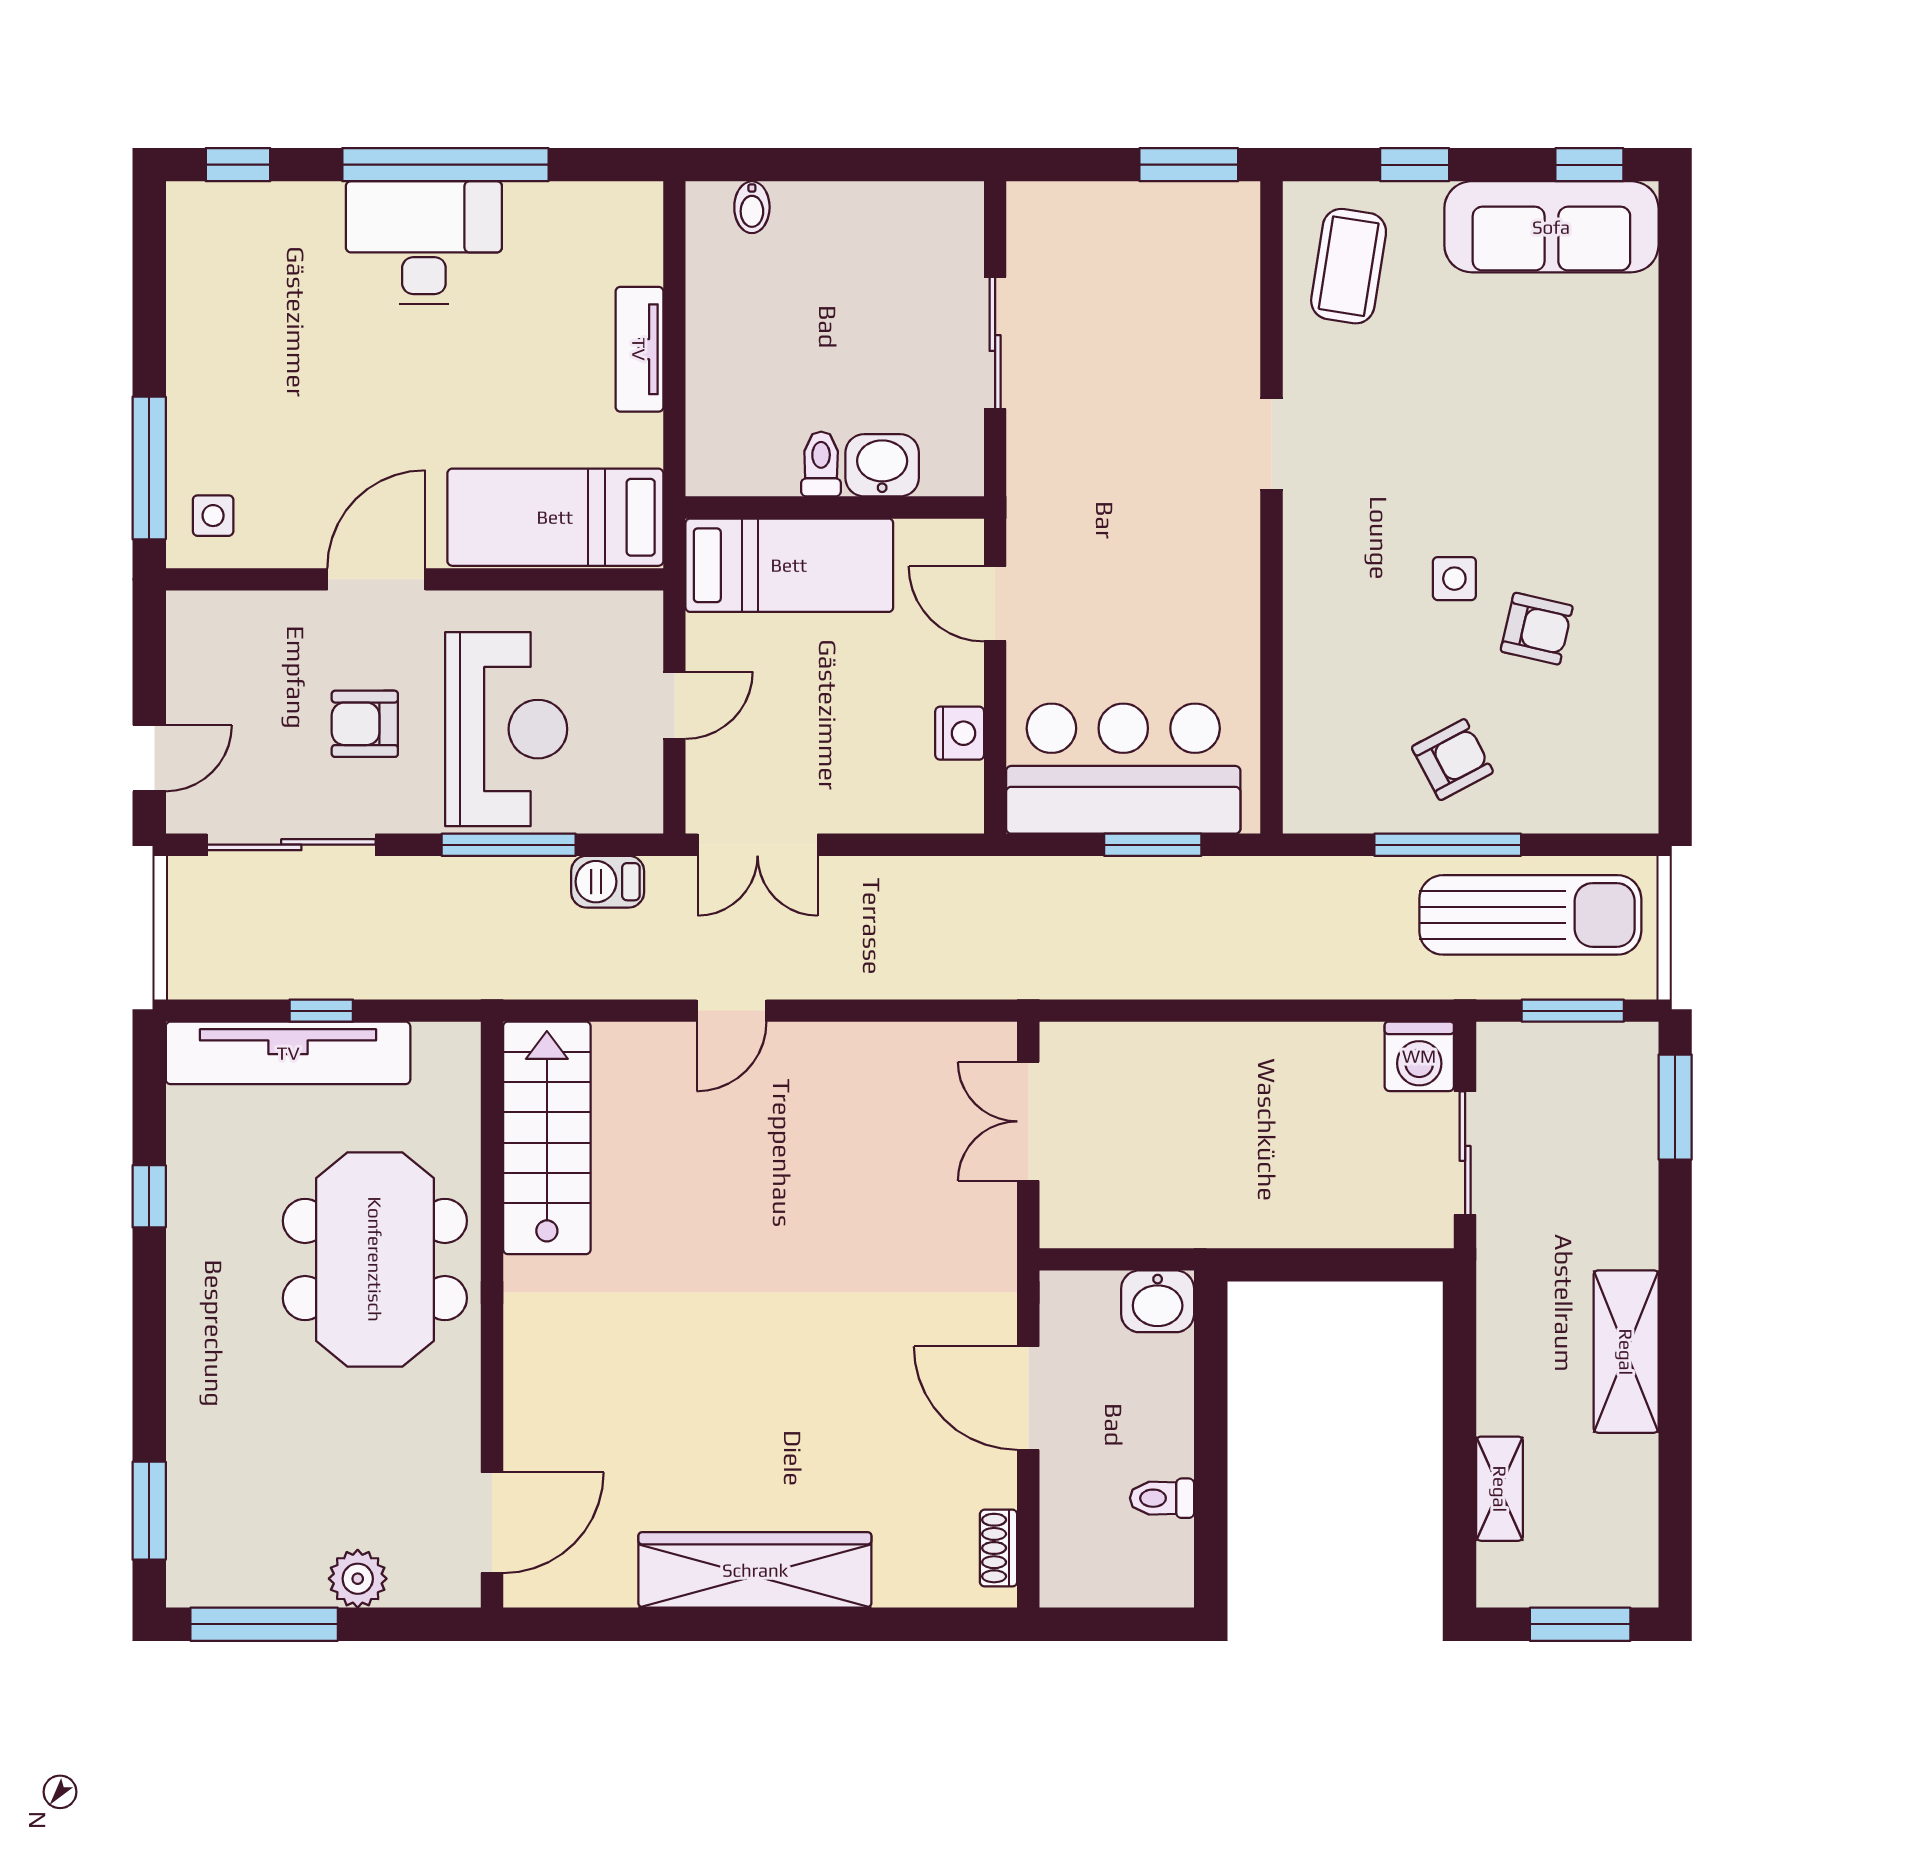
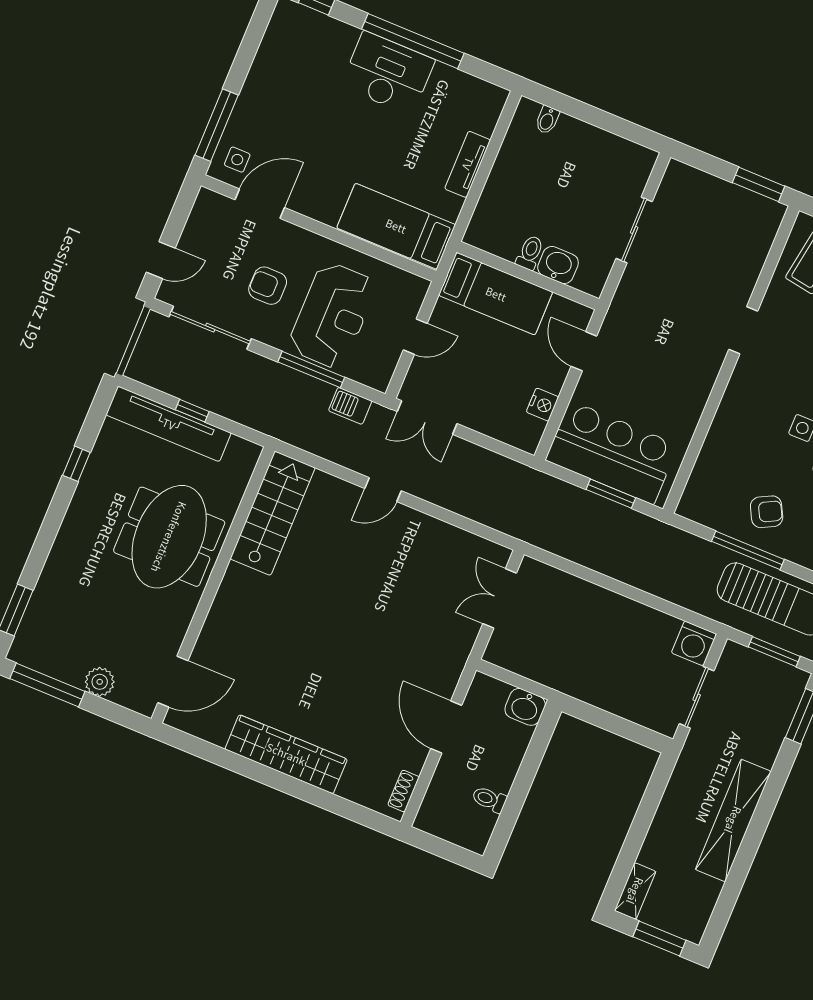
door: (376, 579) -> (260, 204), moved
shelving: (1626, 1352) -> (733, 820), width x1.47
shelving: (1500, 1489) -> (635, 891), moved

